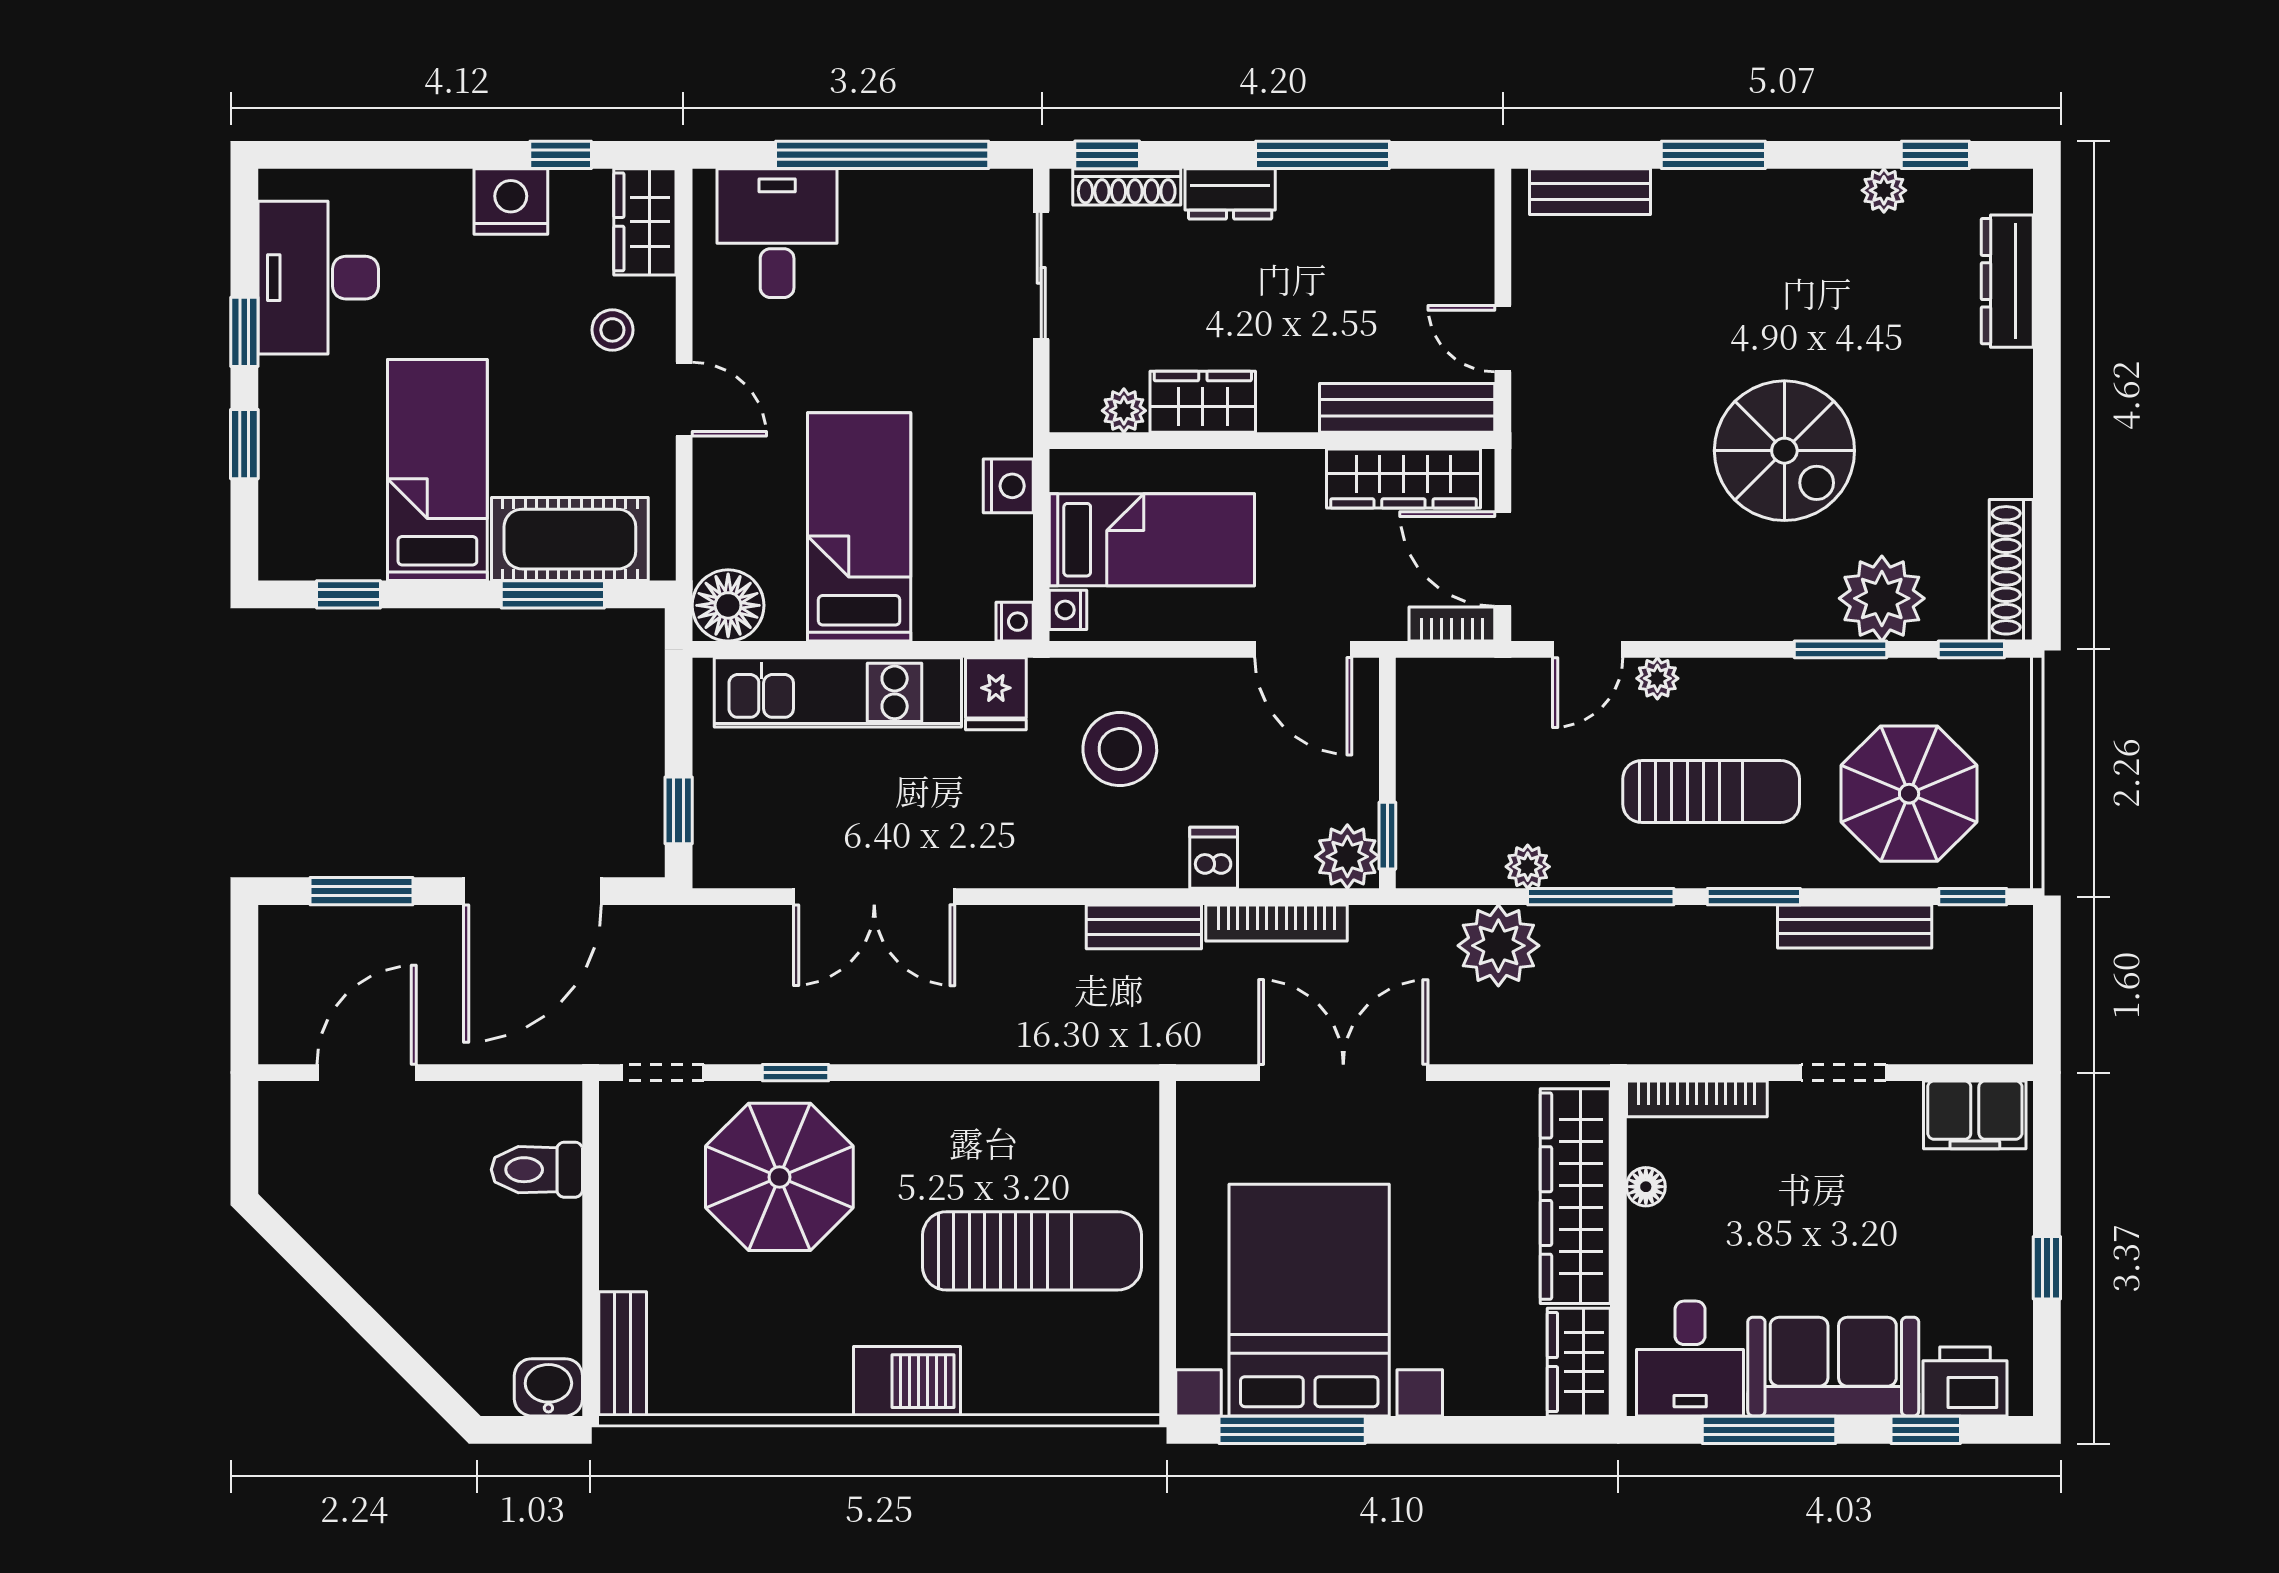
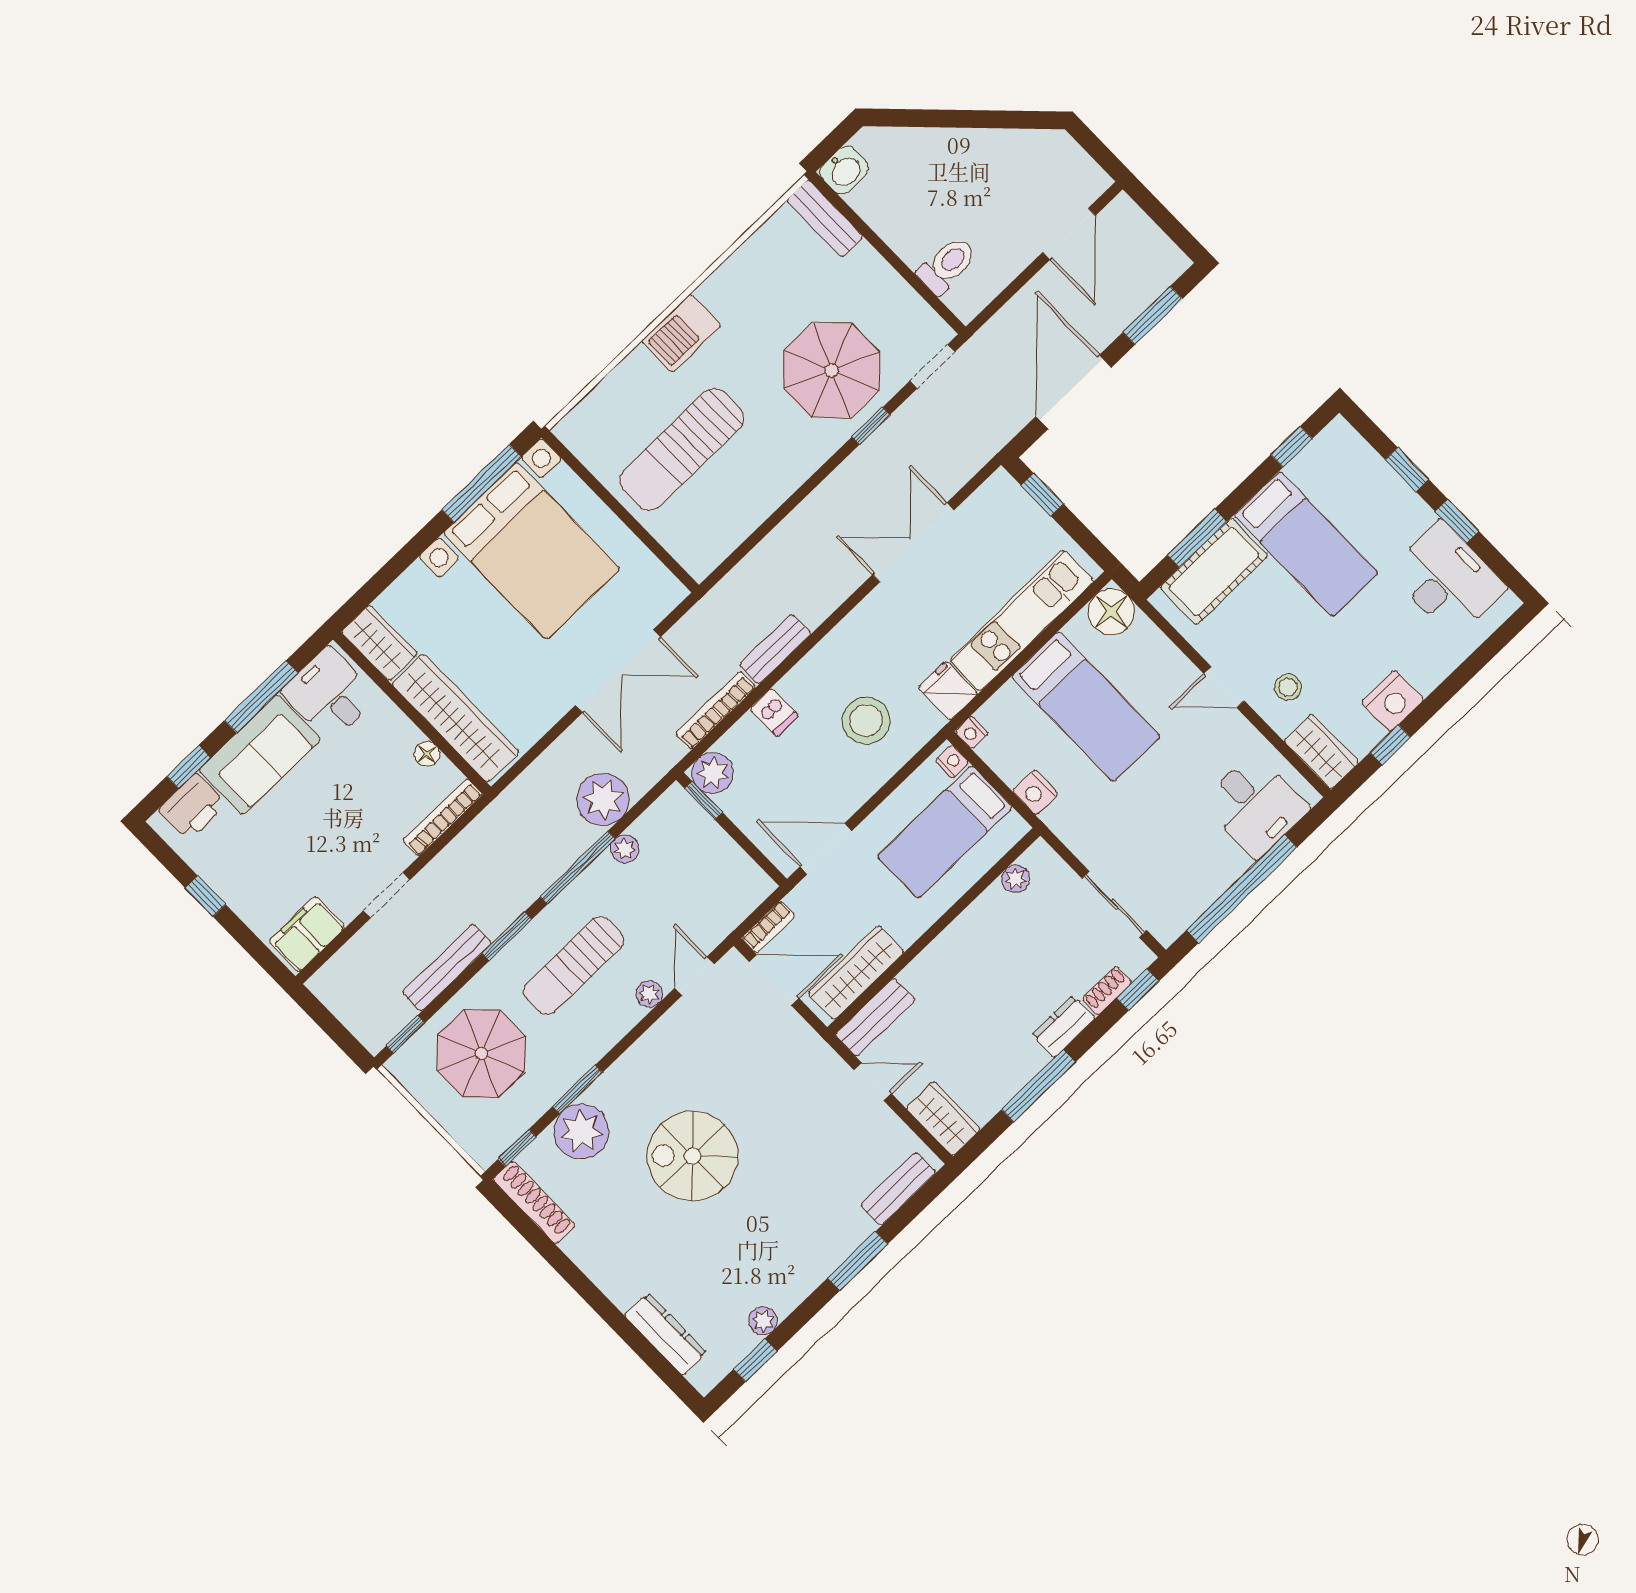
shoe rack: (1127, 187) -> (1107, 991), width x0.70
wardrobe: (1203, 402) -> (943, 1119), moved, turned -90
bench: (1407, 408) -> (875, 1017), width x0.73

